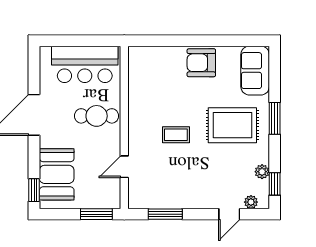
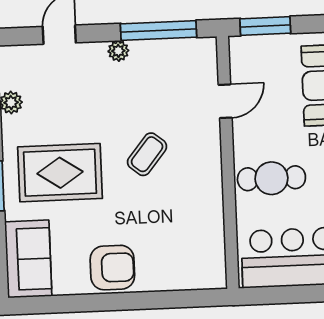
coffee table: (176, 135) -> (147, 154), turned -51
plant: (251, 202) -> (118, 51), moved
window: (165, 214) -> (159, 30), width x1.44

